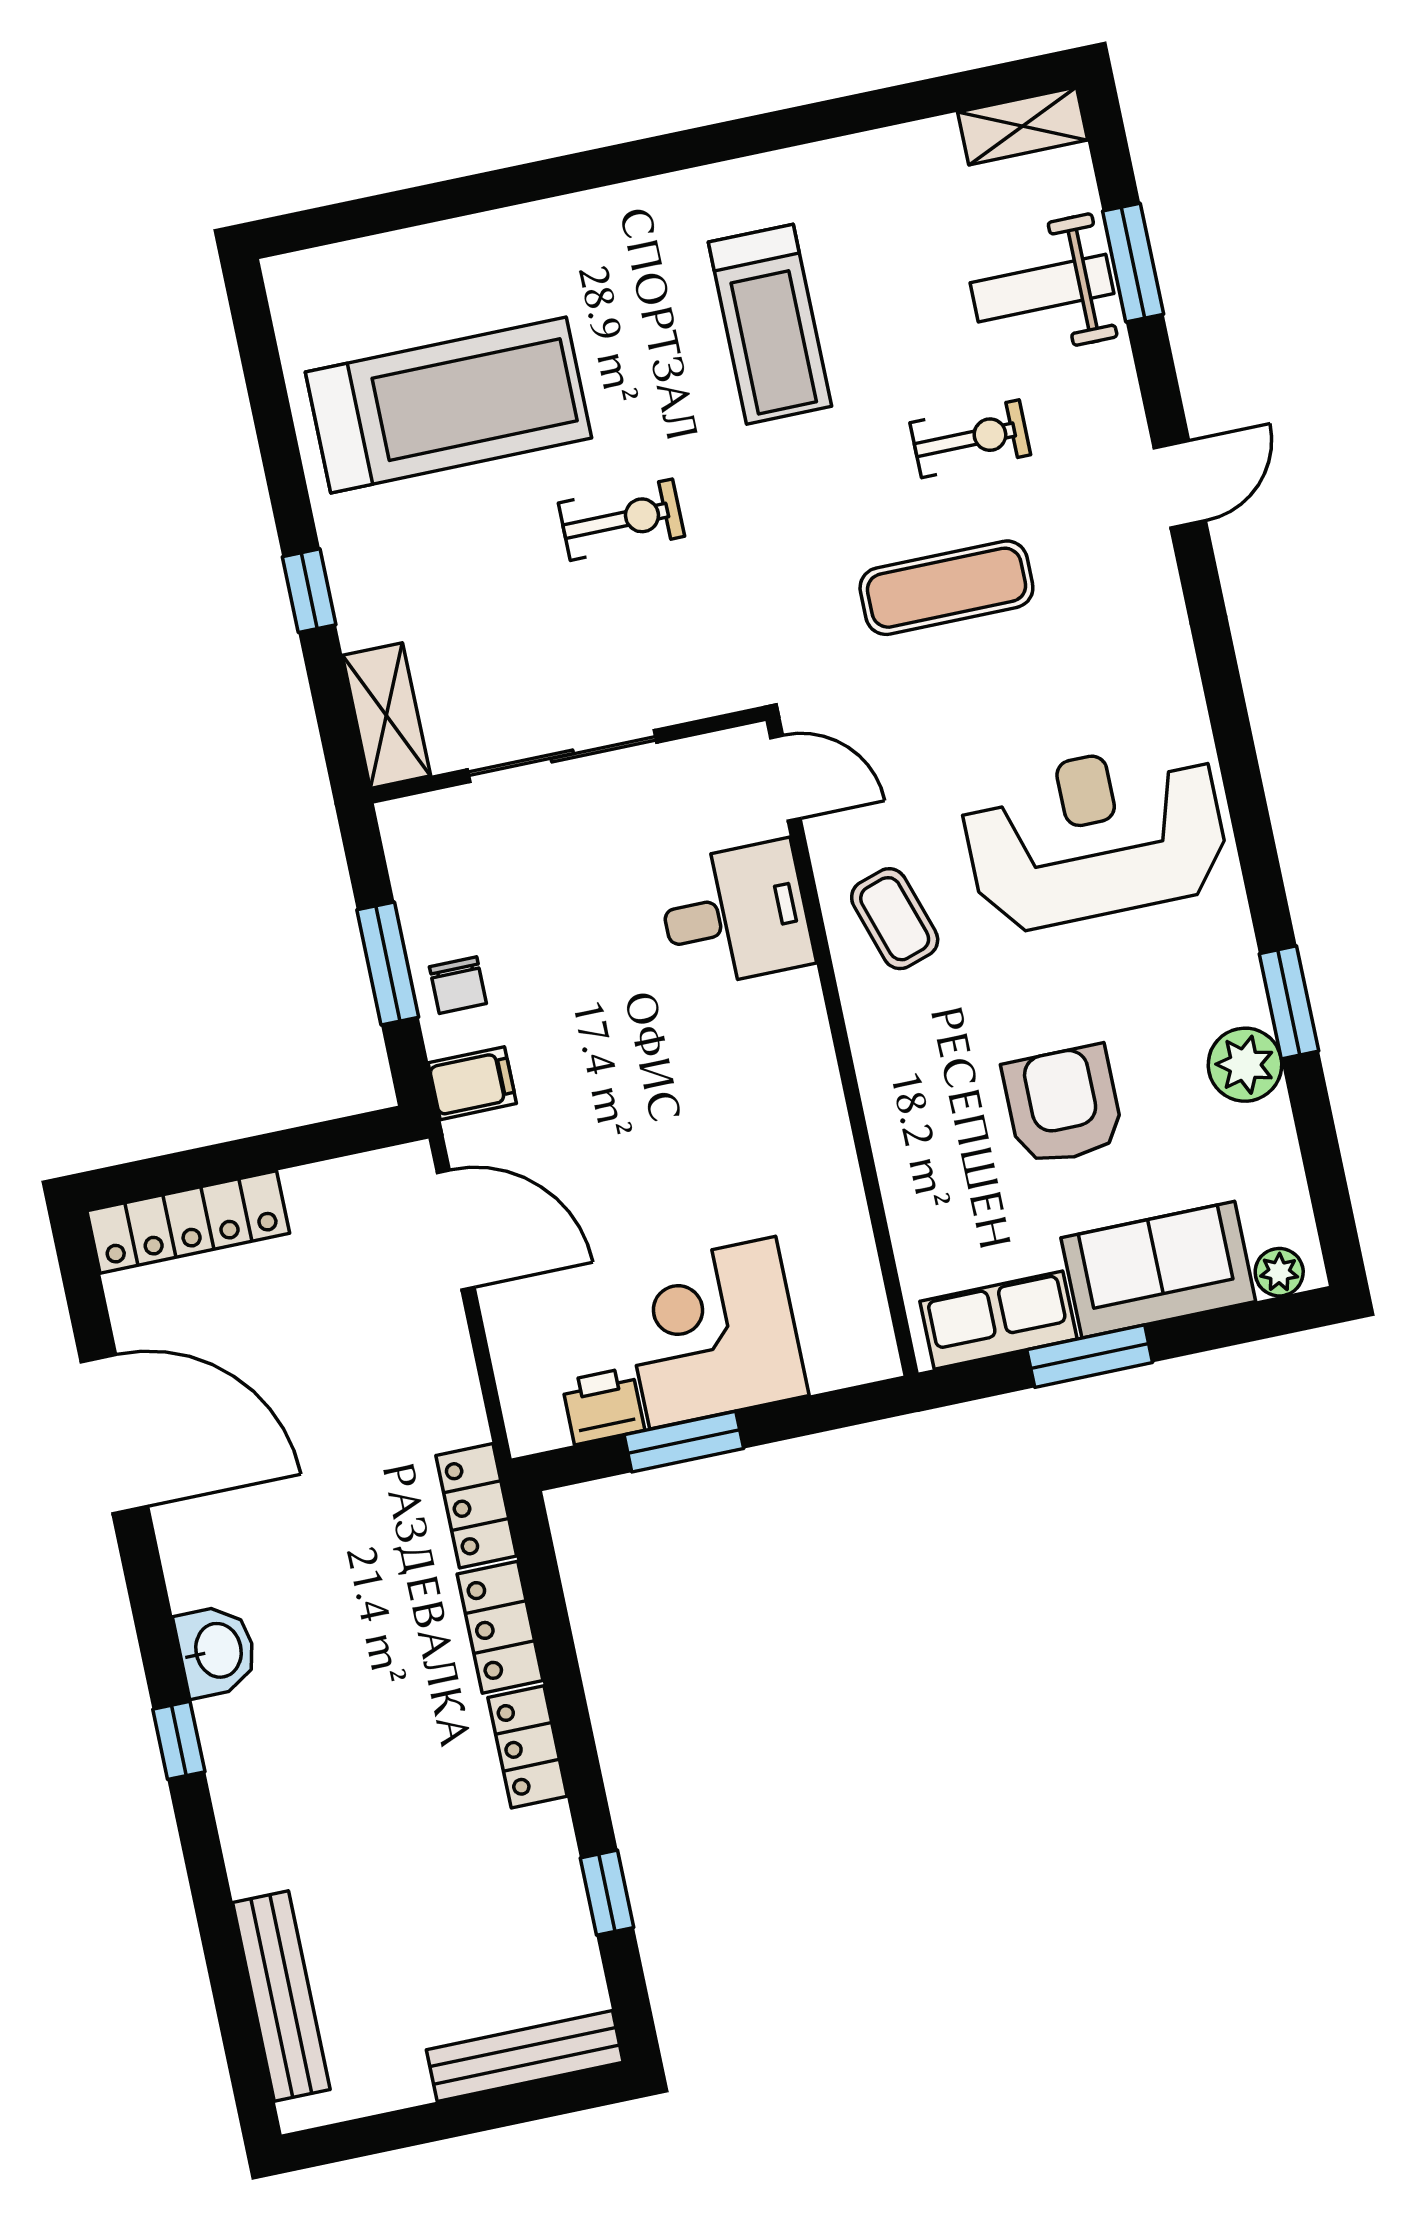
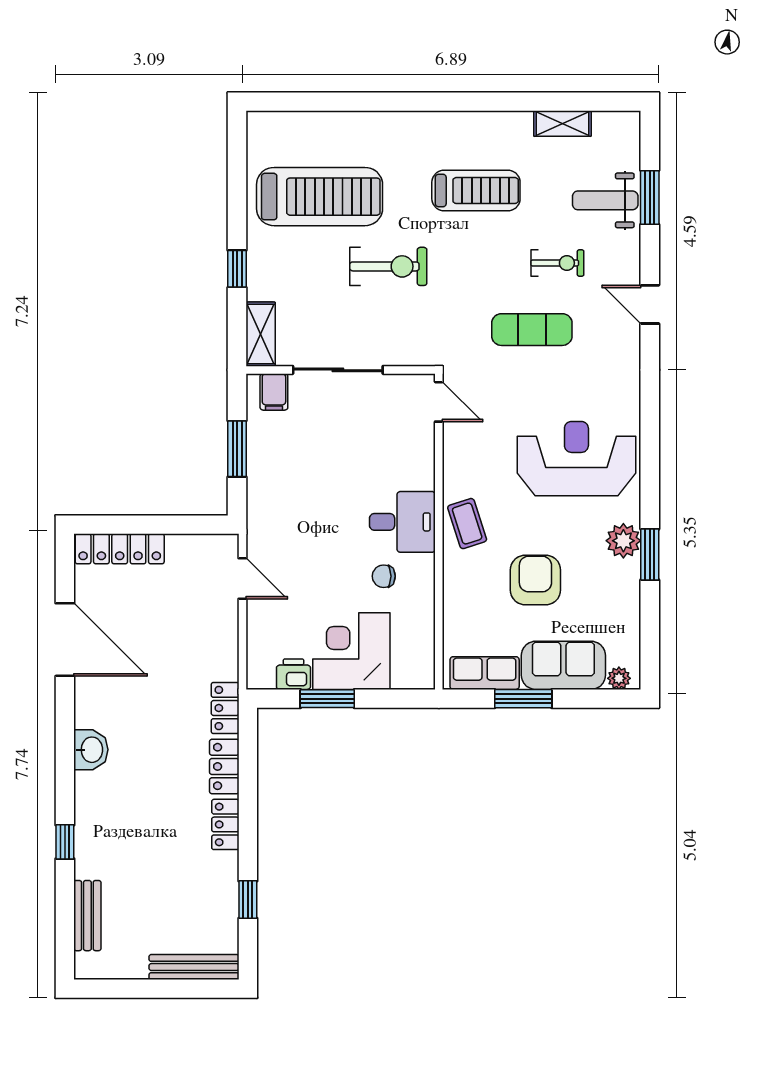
shelving: (1023, 126) -> (562, 124), moved
treadmill: (770, 324) -> (476, 191), turned -90
door: (1180, 484) -> (650, 304), swing flipped
exercise bike: (621, 520) -> (388, 266), width x1.38, depth x1.39
desk: (735, 914) -> (402, 522), moved
coffee table: (895, 919) -> (467, 524), moved
chair: (458, 985) -> (384, 576), moved, turned 90
plant: (1245, 1065) -> (623, 541), moved
filing cabinet: (472, 1083) -> (274, 392), moved, turned 90
door: (456, 1230) -> (242, 578), width x0.73
window: (179, 1740) -> (65, 842), moved
bench: (281, 1996) -> (87, 916), width x0.73

